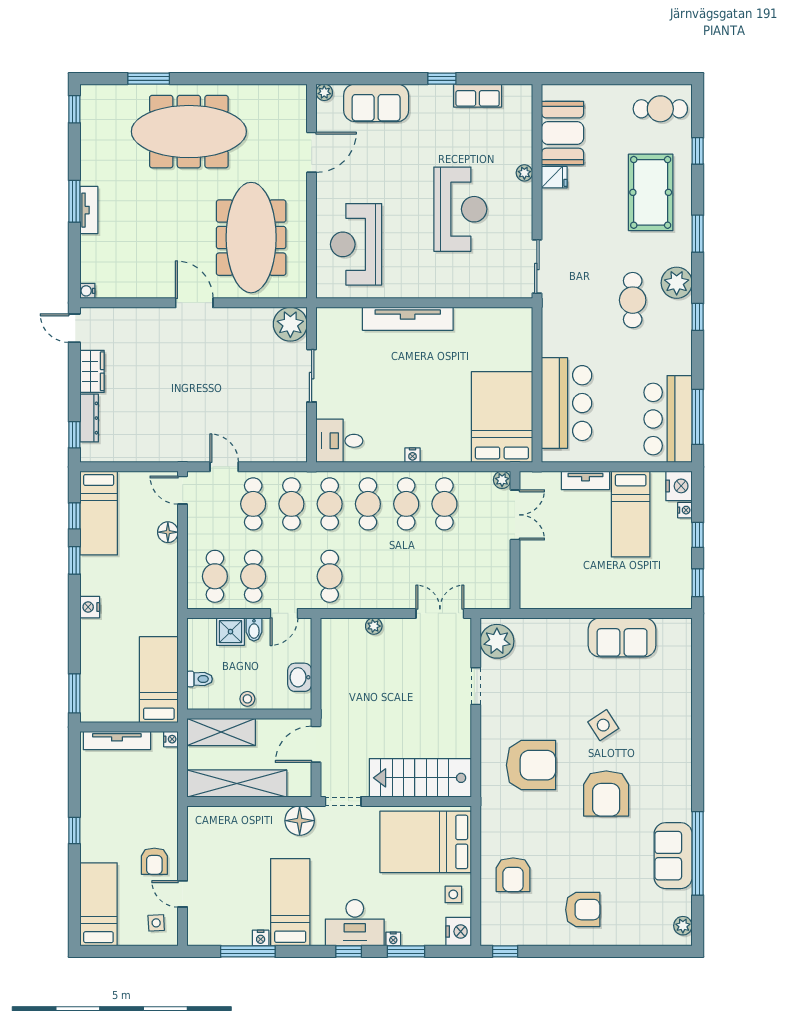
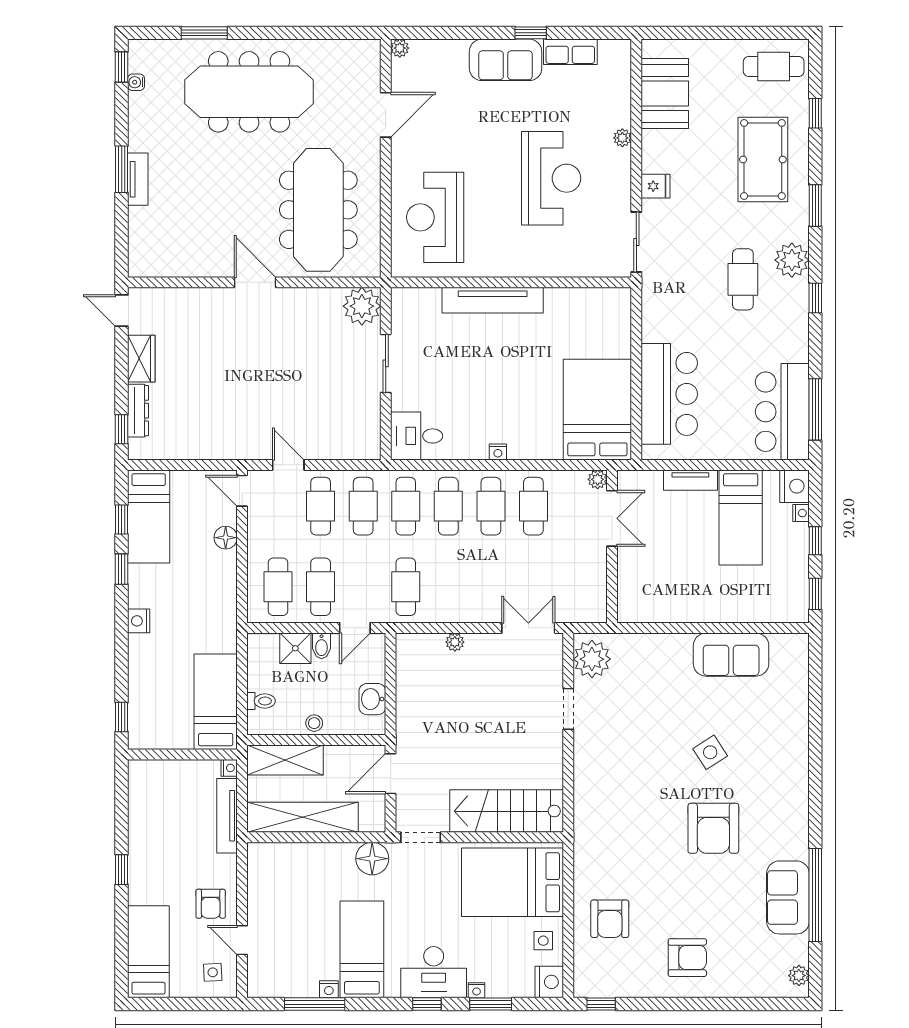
sofa: (376, 103) -> (506, 60), moved
fridge: (554, 177) -> (656, 186), moved
water cooler: (87, 291) -> (136, 82), moved
window: (74, 693) -> (122, 717), width x0.67
tv unit: (117, 741) -> (227, 816), moved, turned 90
armchair: (531, 765) -> (630, 797), removed

